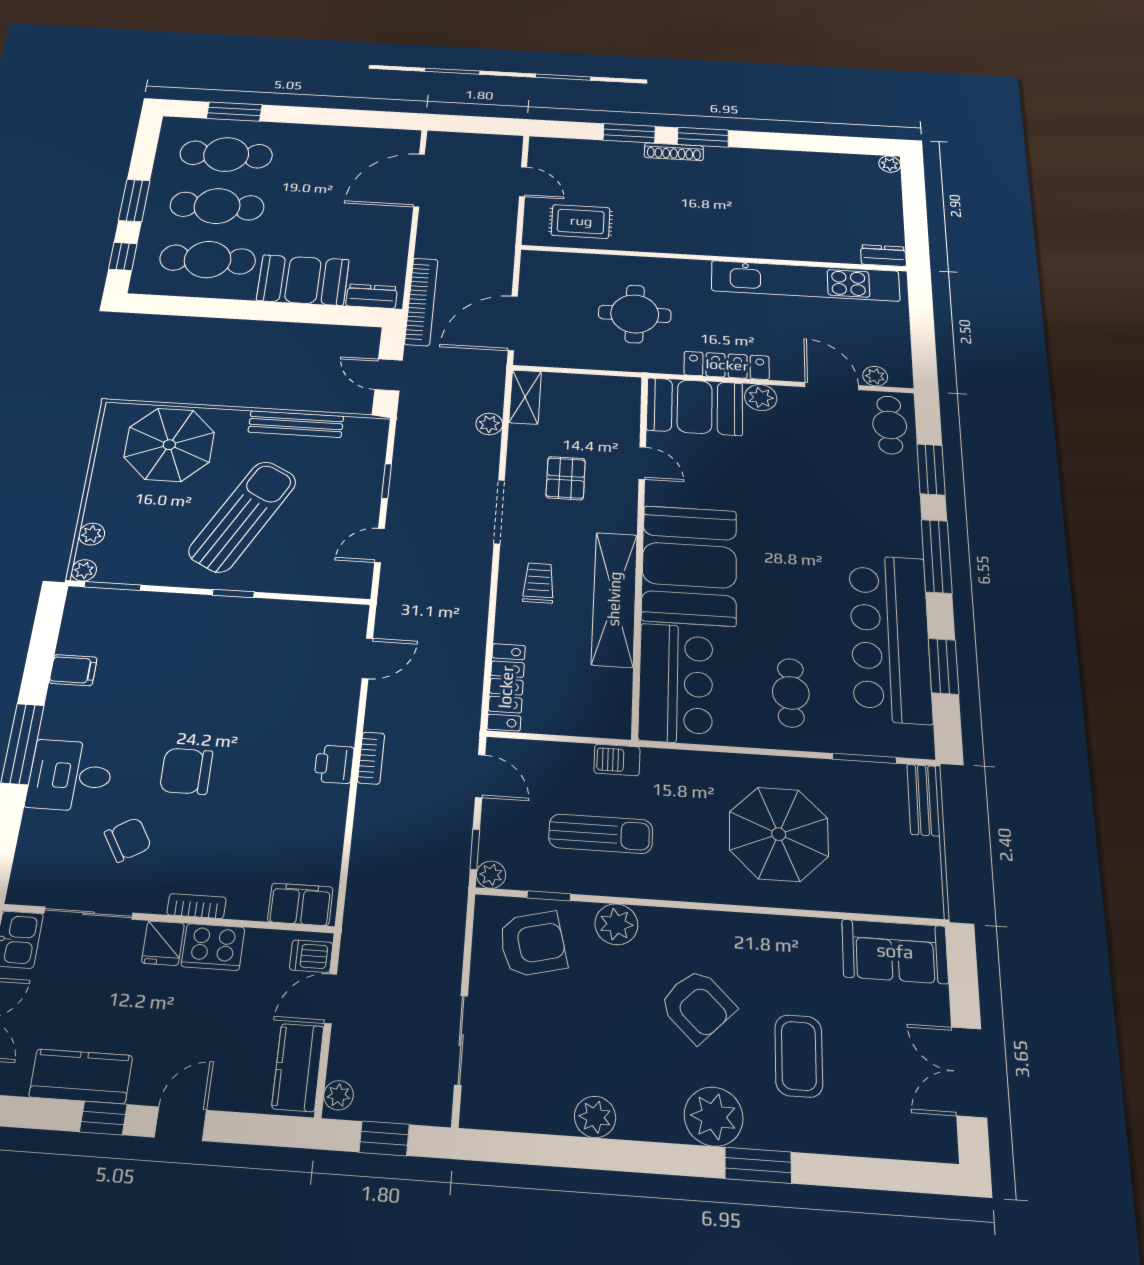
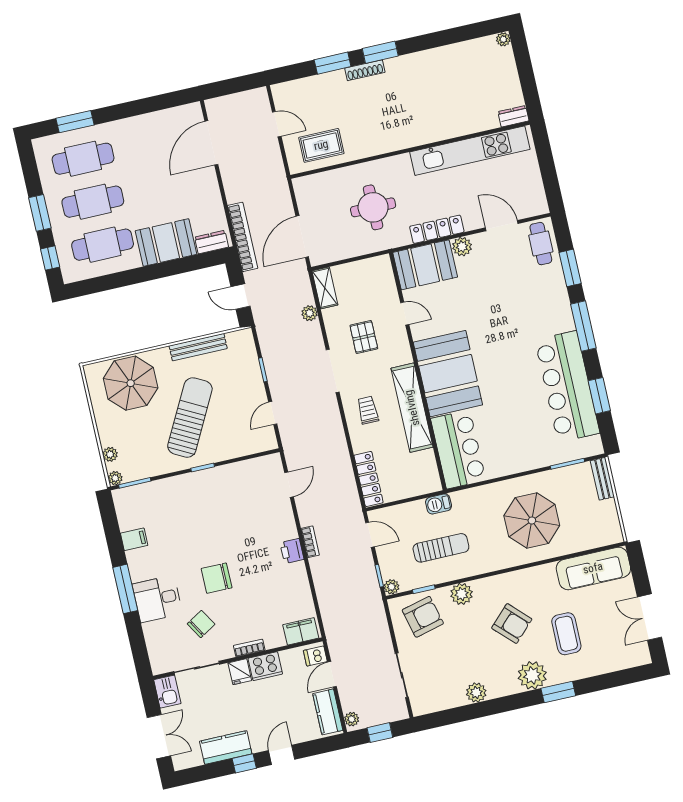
plant: (875, 376) -> (526, 211), removed
cafe table: (791, 693) -> (521, 437), removed
sofa: (895, 951) -> (593, 568), width x1.36

